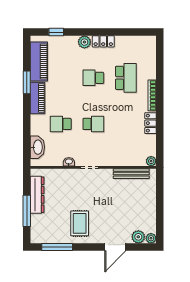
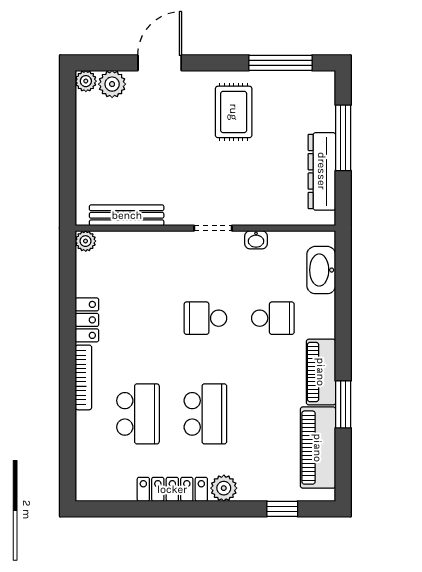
locker: (103, 41) -> (172, 489), width x1.53
school desk: (93, 78) -> (205, 414), width x1.85
school desk: (126, 78) -> (138, 414), turned 180

